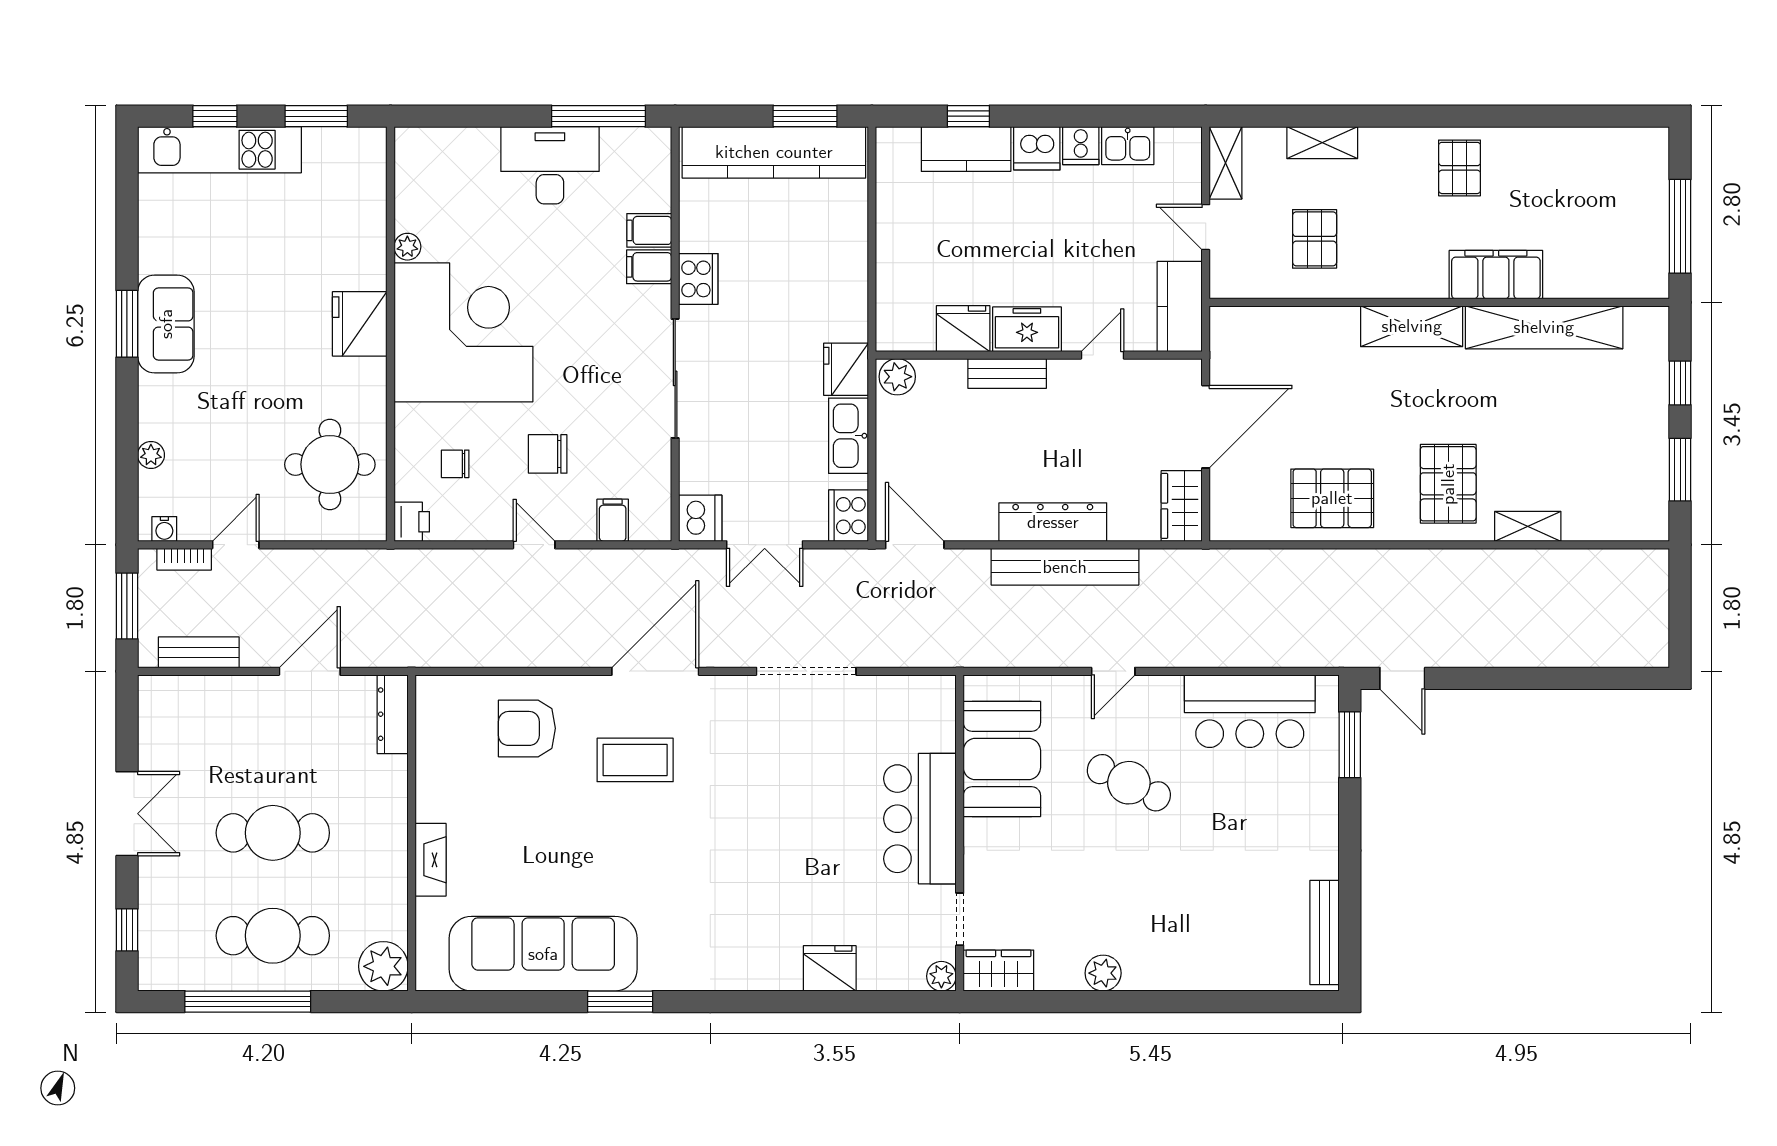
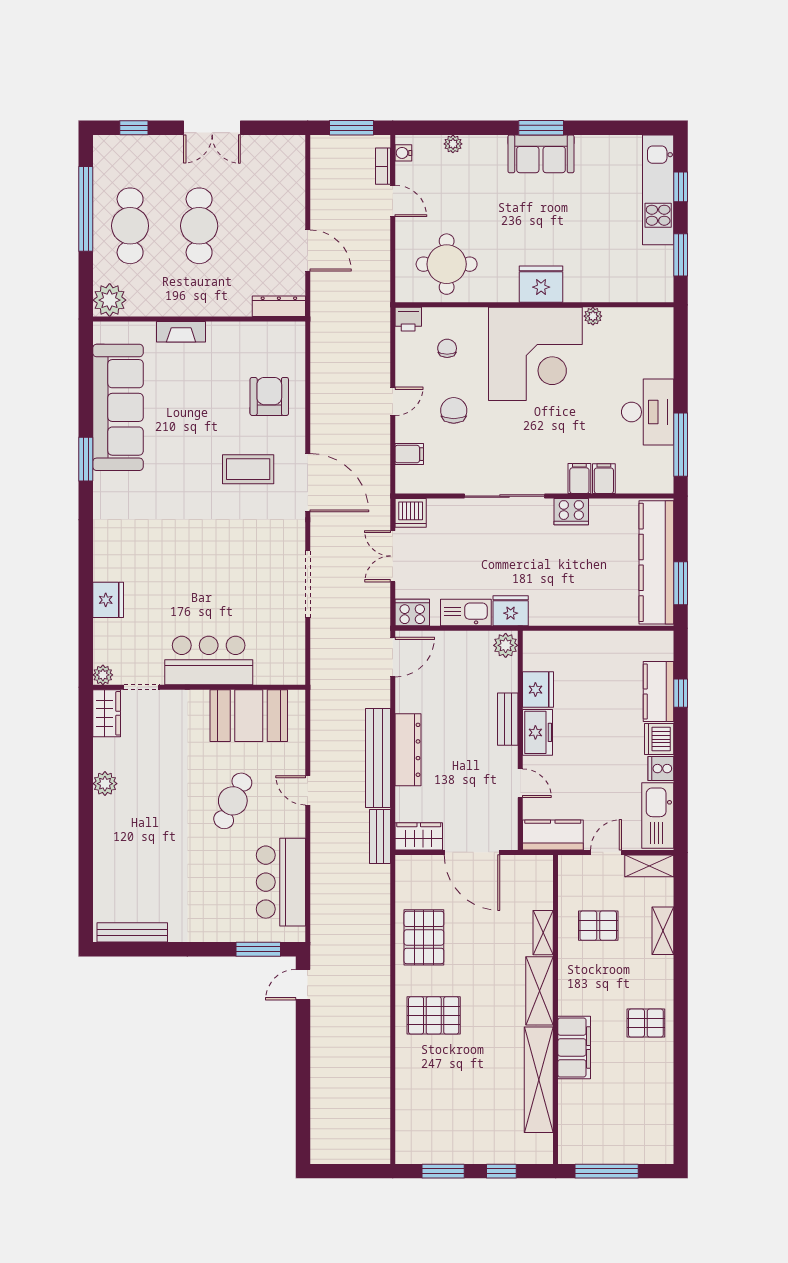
kitchen sink: (1128, 146) -> (658, 816), width x1.88, depth x1.24
shelving: (1528, 526) -> (543, 933), moved
bench: (199, 652) -> (380, 837), moved
coffee table: (635, 760) -> (248, 469), turned 90

